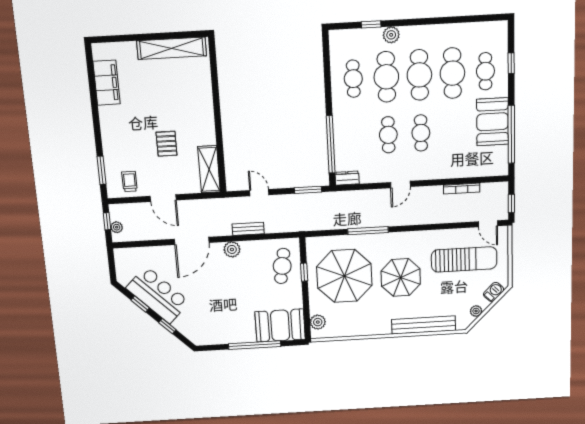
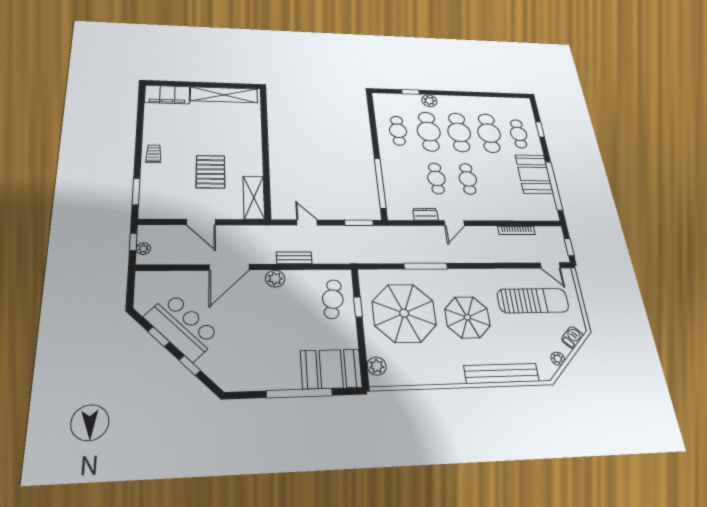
filing cabinet: (107, 83) -> (167, 95), moved, turned 90
pallet: (167, 144) -> (210, 172), width x1.50, depth x1.42
dresser: (347, 178) -> (425, 214), moved
trolley: (130, 181) -> (154, 154), moved

